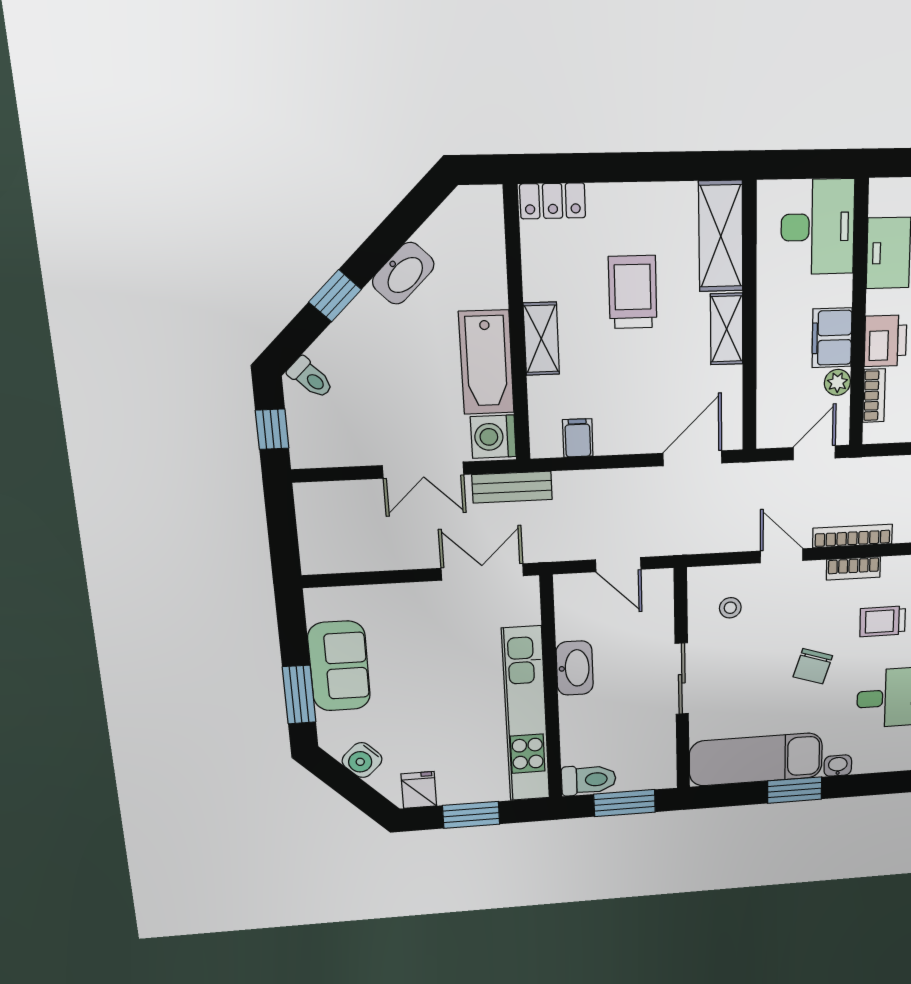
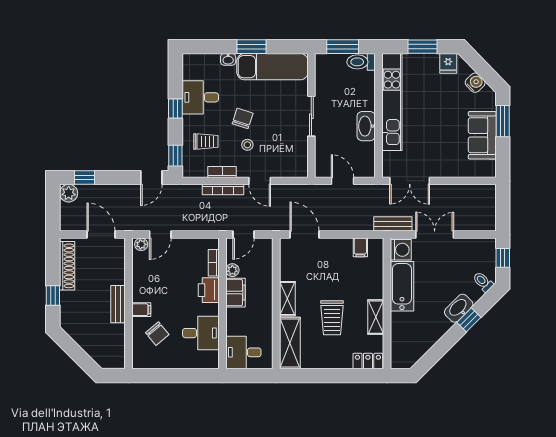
desk: (818, 227) -> (243, 352), width x0.73
washbasin: (403, 273) -> (459, 308), moved
shelving: (541, 339) -> (376, 317), moved
door: (692, 458) -> (305, 235), swing flipped
stool: (730, 608) -> (247, 145), moved

